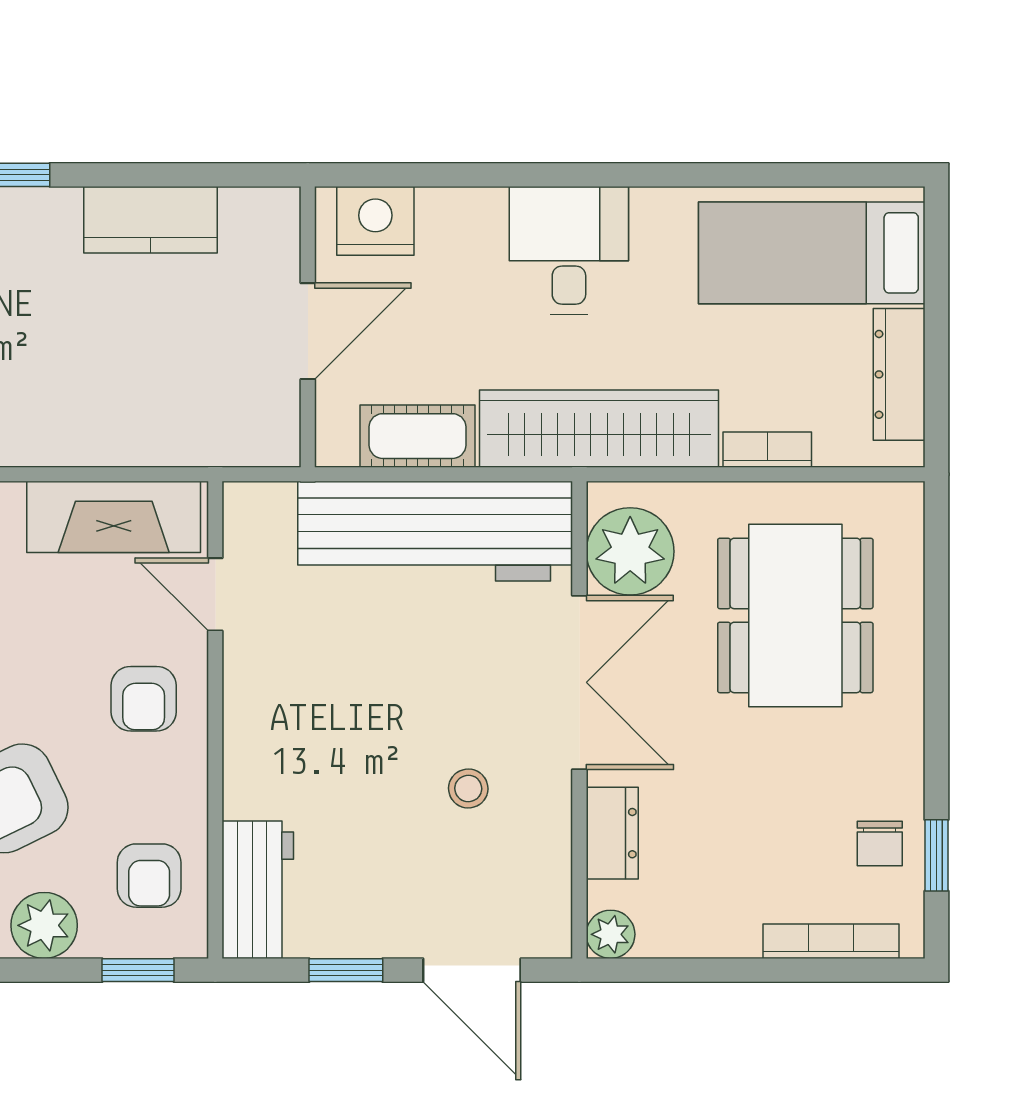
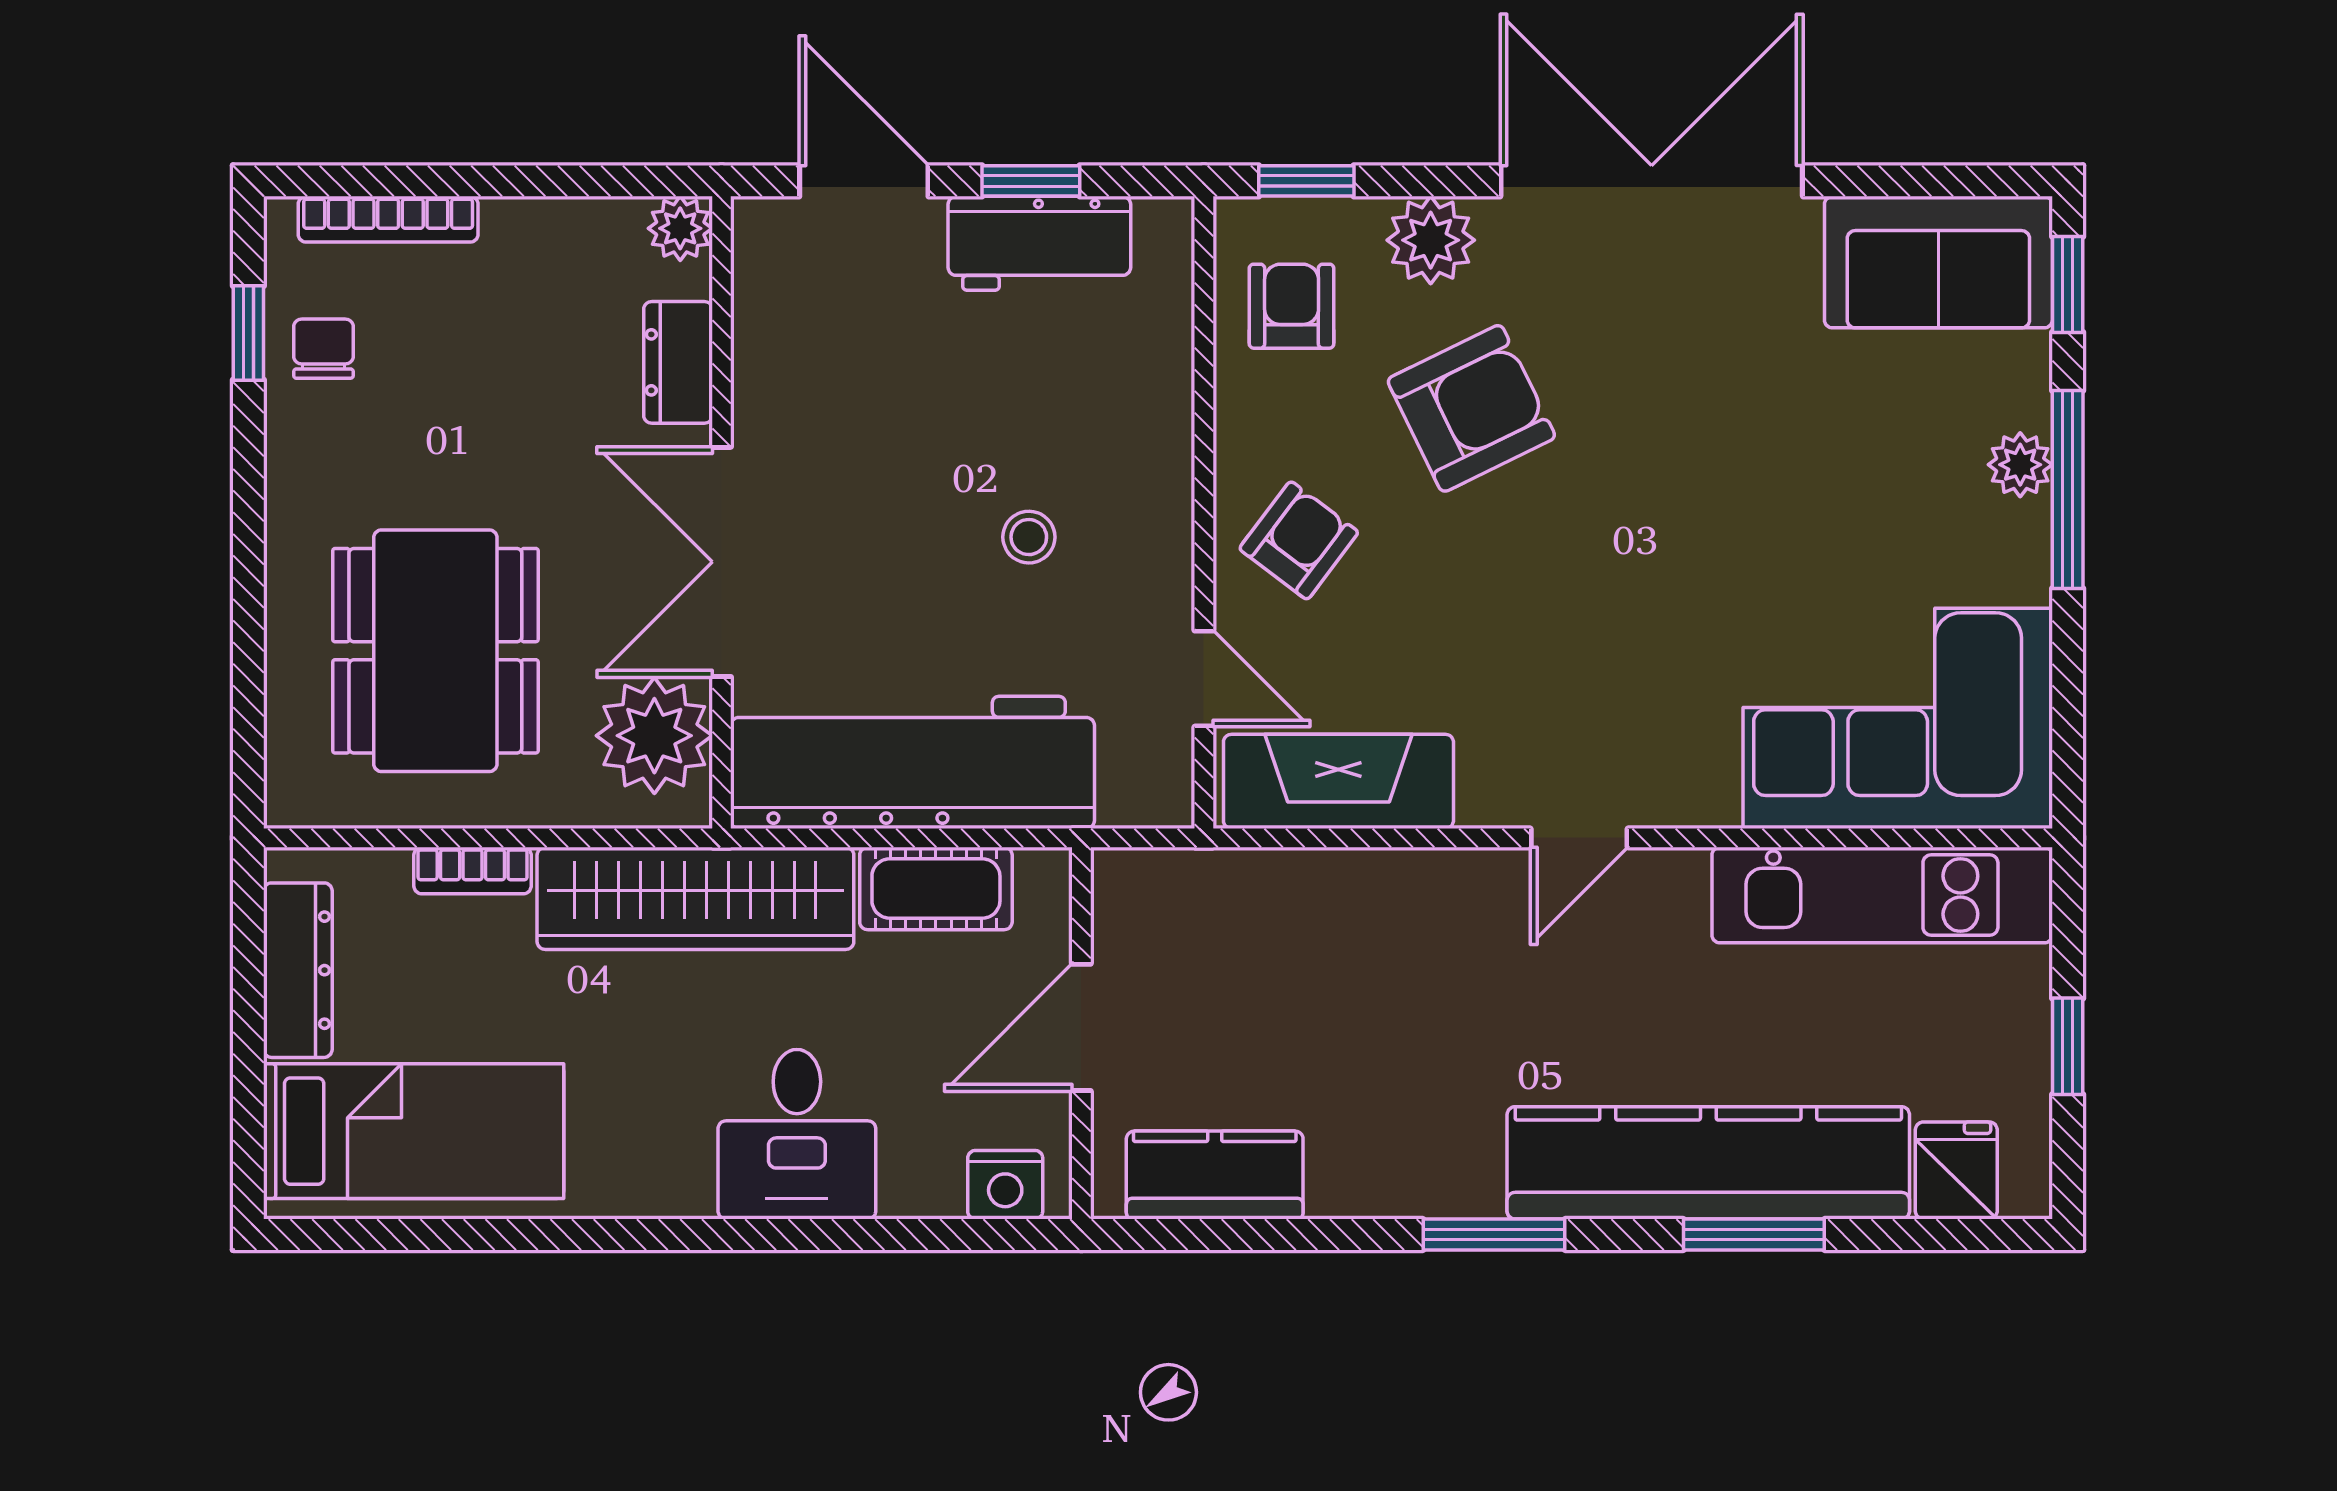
kitchen counter: (150, 220) -> (1215, 1175), moved
nightstand: (375, 221) -> (1005, 1185), width x0.74, depth x0.75
desk: (569, 250) -> (797, 1134), moved
armchair: (144, 699) -> (1299, 540), turned 37
stool: (468, 788) -> (1029, 537), moved
workbench: (258, 890) -> (1039, 243), moved, turned -90

